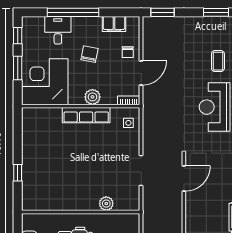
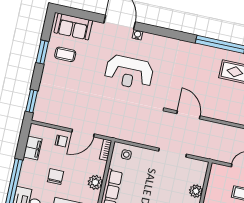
chair: (89, 54) -> (55, 177), turned 79
coffee table: (218, 61) -> (65, 54), moved
door: (141, 73) -> (83, 133), swing flipped

